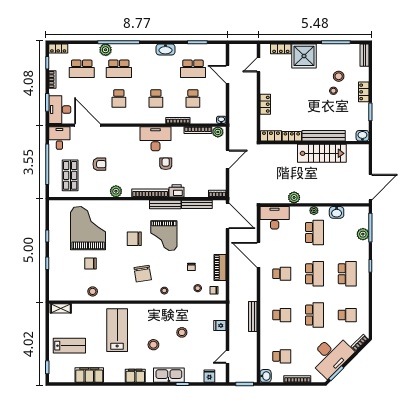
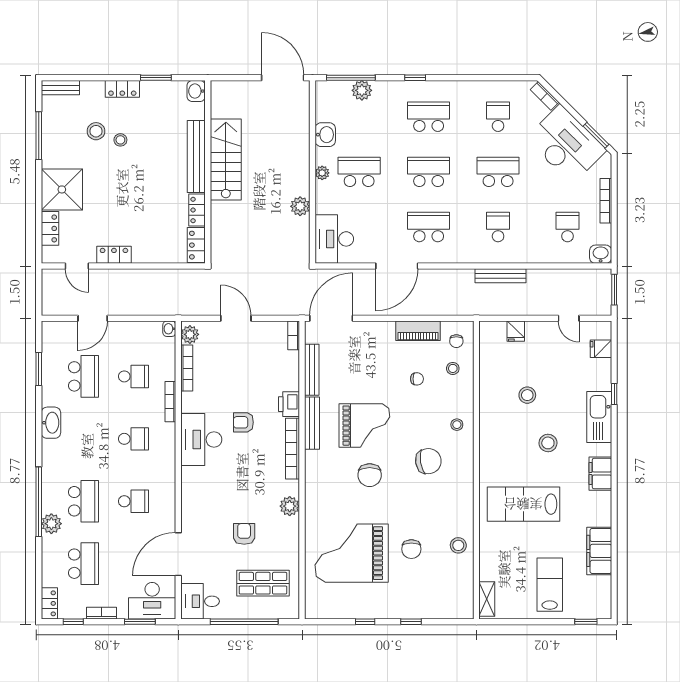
locker: (265, 104) -> (114, 255), moved
school desk: (282, 274) -> (429, 227), width x1.85

